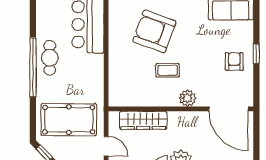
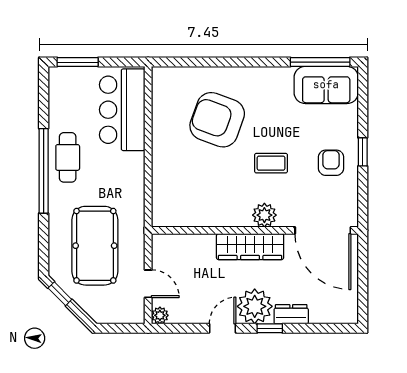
coffee table: (168, 70) -> (271, 163), moved
pool table: (69, 120) -> (95, 246), turned 90
wardrobe: (143, 120) -> (250, 247), moved

